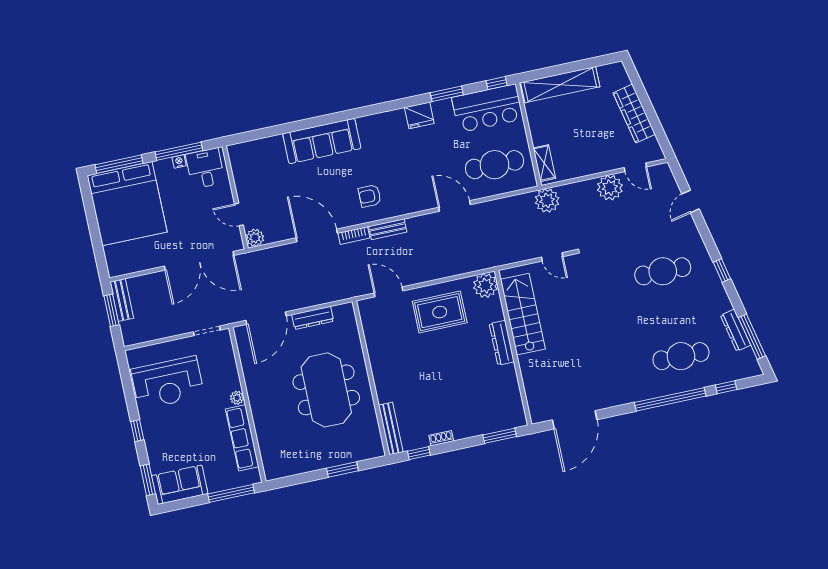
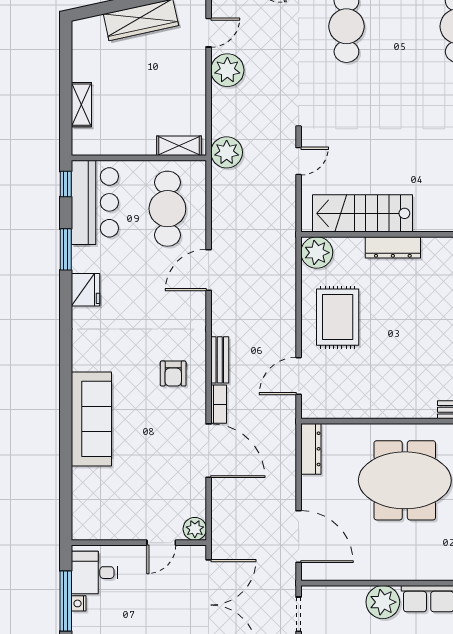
shelving: (560, 85) -> (81, 105), width x0.45, depth x0.75
door: (317, 236) -> (209, 451), swing flipped
dresser: (313, 318) -> (311, 449), moved
plant: (237, 398) -> (383, 602), width x1.87, depth x1.87

